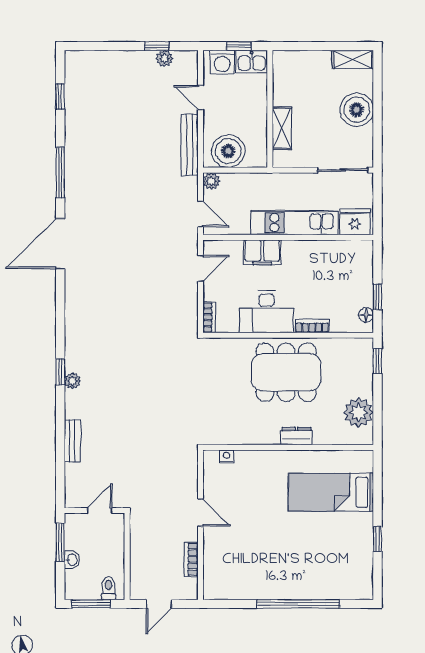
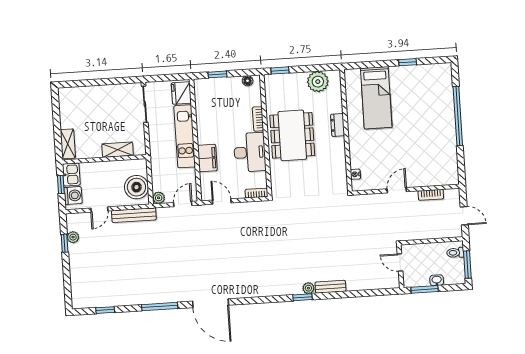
shelving: (353, 59) -> (68, 144), moved
boiler: (357, 110) -> (101, 97), removed
window: (377, 297) -> (217, 74), moved
bench: (72, 441) -> (330, 287), moved

